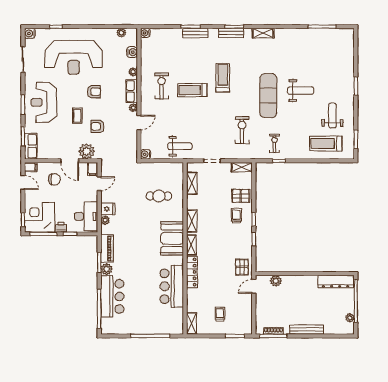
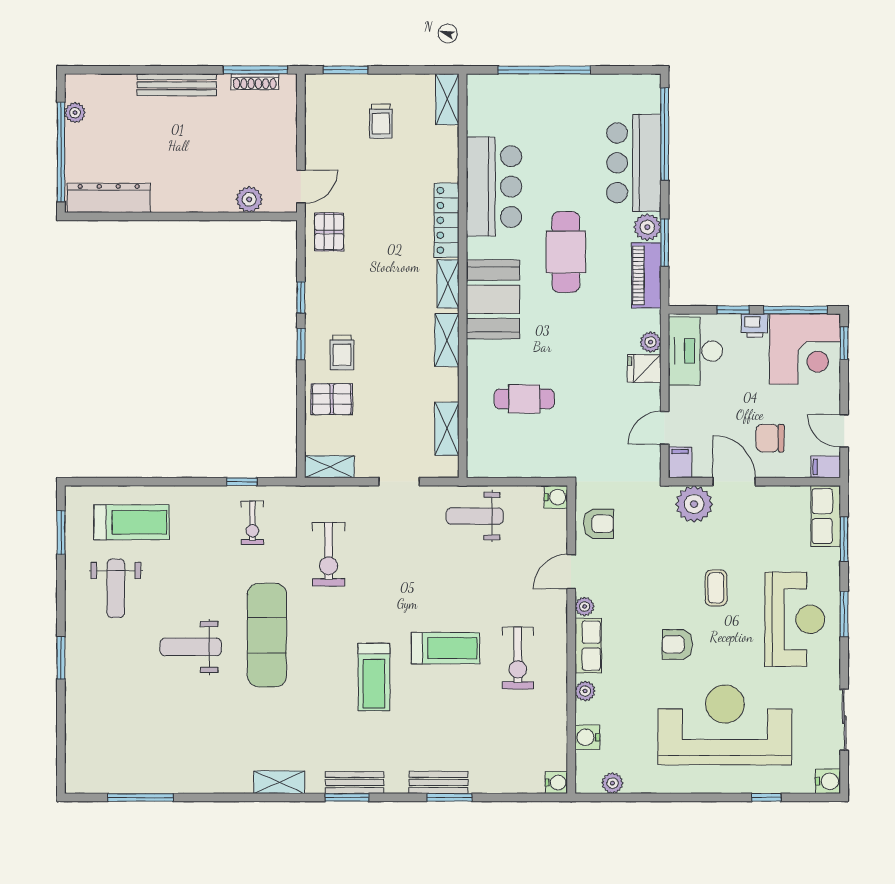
armchair: (98, 126) -> (598, 524), moved
cafe table: (141, 258) -> (566, 252), added

